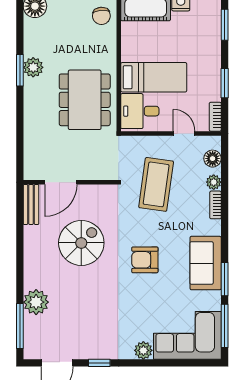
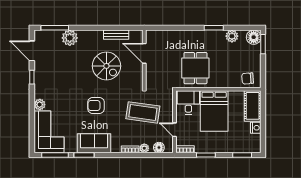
plant: (33, 67) -> (232, 36), moved
bed: (154, 77) -> (214, 111), width x1.50
dining table: (85, 100) -> (195, 68), width x0.73
door: (184, 133) -> (175, 130), swing flipped
bench: (31, 204) -> (116, 35), moved
armchair: (145, 260) -> (96, 105), turned -90

